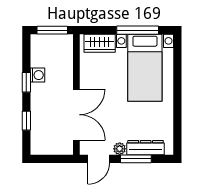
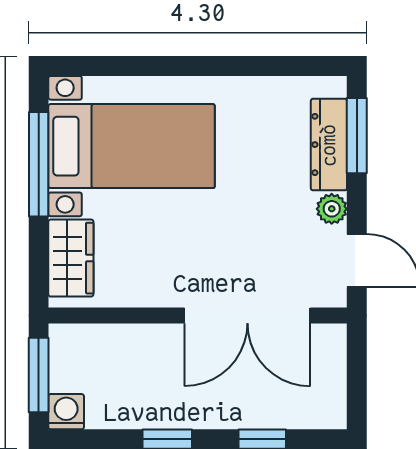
washing machine: (37, 75) -> (66, 412), moved
double door: (76, 115) -> (247, 315), swing flipped
window: (136, 159) -> (357, 136), moved

